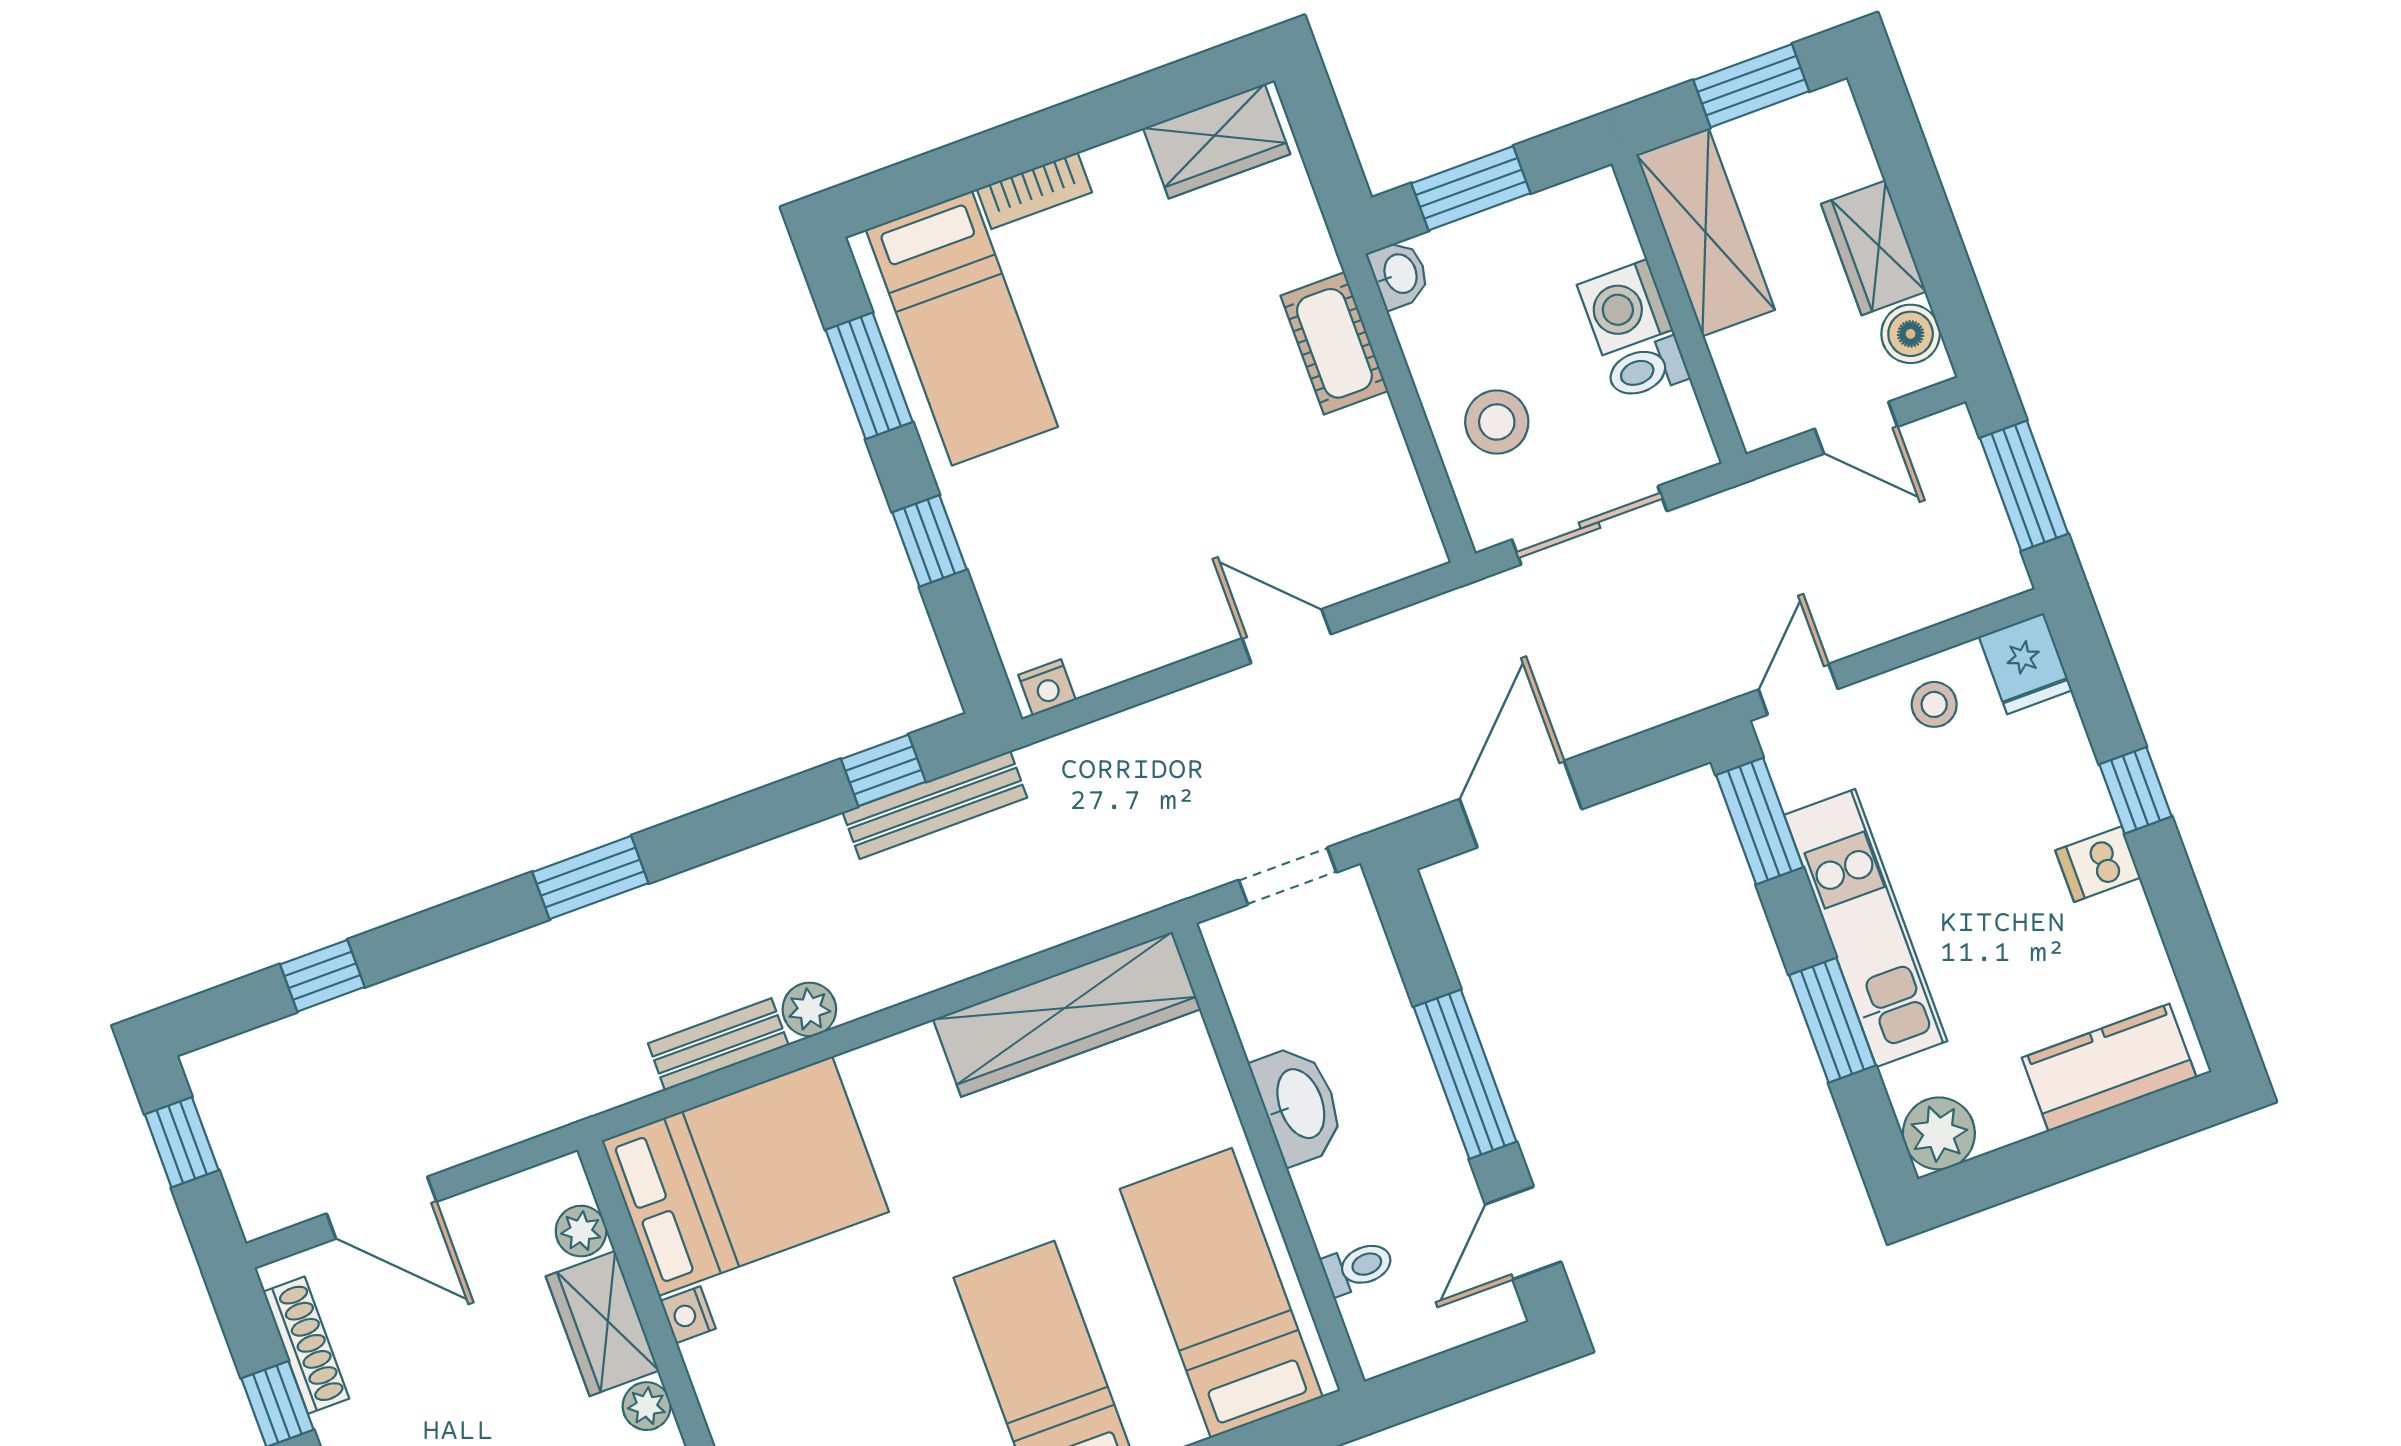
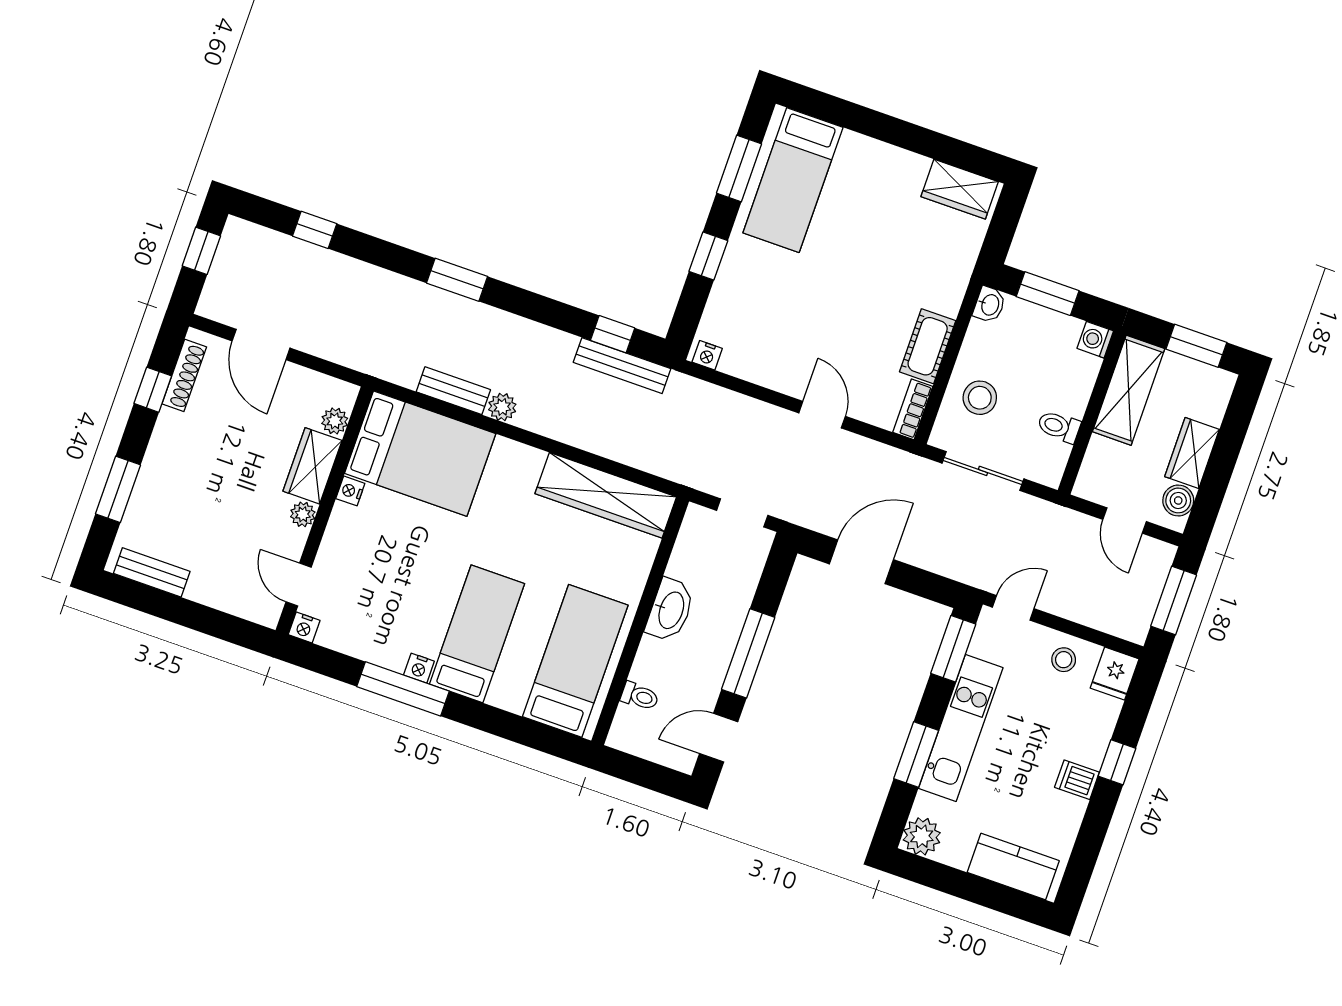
bookcase: (1034, 191) -> (913, 409), moved, turned 90
washing machine: (1625, 307) -> (1095, 340), moved, width x0.73, depth x0.73
cot: (1334, 343) -> (928, 346), moved

